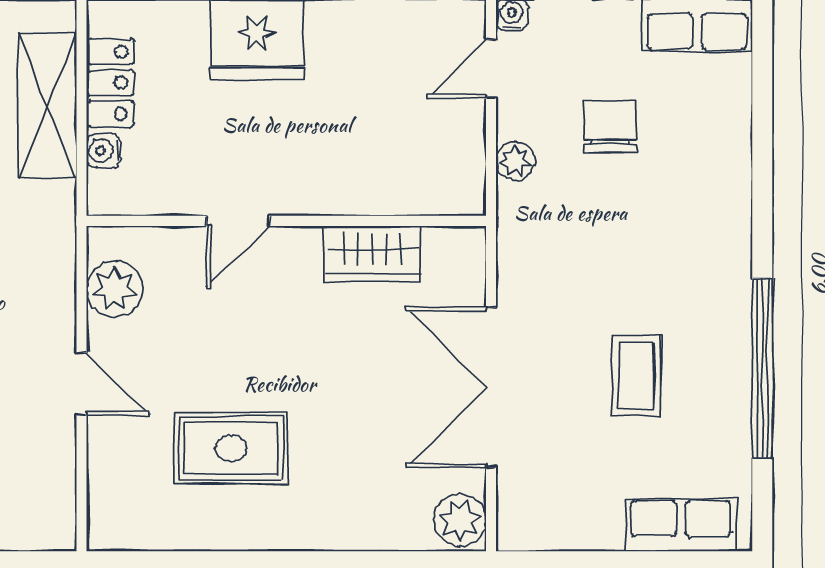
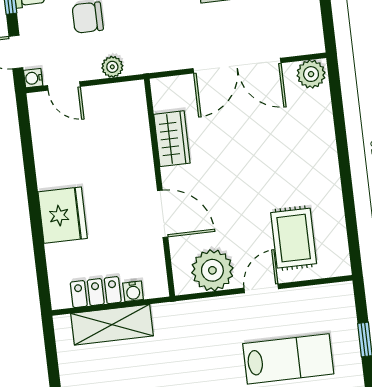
door: (238, 221) -> (163, 214), width x1.38
plant: (115, 289) -> (212, 270), width x1.36, depth x1.36
rug: (231, 448) -> (294, 238), moved

